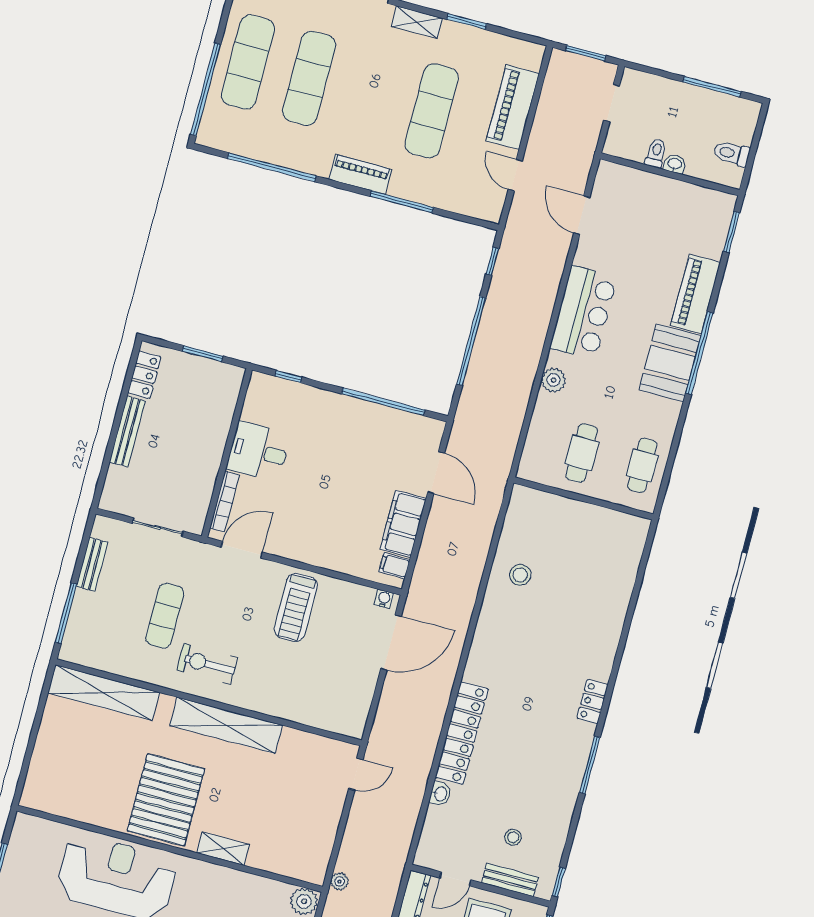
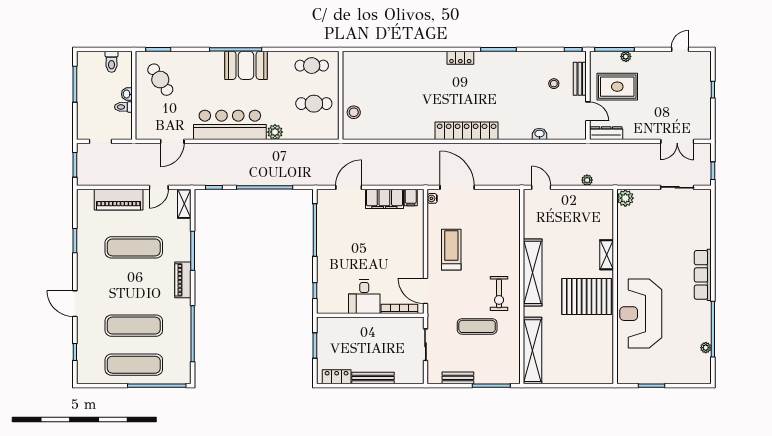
shelving: (417, 22) -> (184, 204), moved
cafe table: (683, 222) -> (160, 80), added
piano: (696, 294) -> (201, 61), removed
bar counter: (583, 313) -> (230, 125), width x1.36
stool: (520, 575) -> (354, 112), moved
treadmill: (296, 607) -> (451, 250), turned -90
locker: (462, 733) -> (467, 131), moved
plant: (339, 881) -> (587, 180), moved

